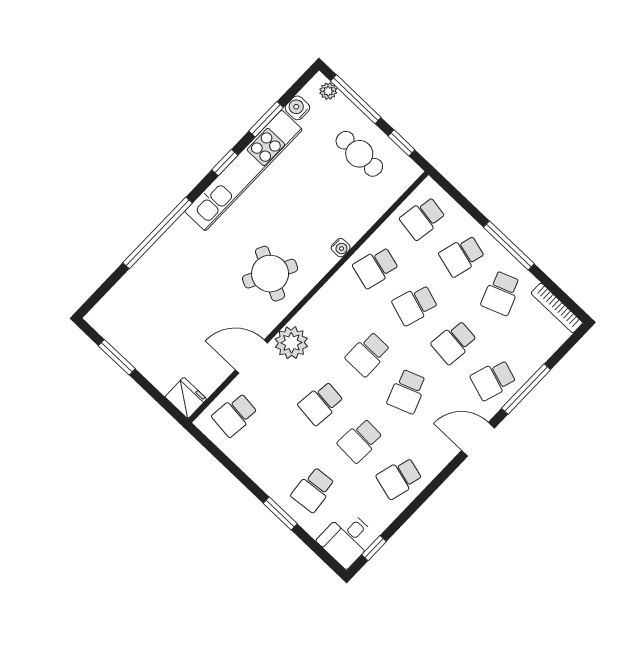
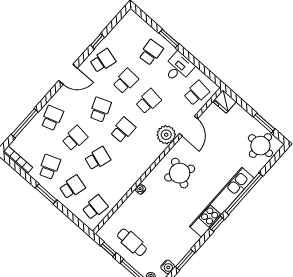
window: (225, 162) -> (217, 224), moved
kitchen unit: (244, 170) -> (222, 202), moved
window: (509, 245) -> (46, 194), width x0.69
school desk: (376, 267) -> (120, 179), removed
round table: (125, 317) -> (260, 146), added
door: (251, 356) -> (188, 126), hinge flipped
school desk: (493, 380) -> (52, 118), turned -36
window: (526, 389) -> (25, 123), moved
door: (478, 439) -> (68, 74), moved
desk: (347, 539) -> (178, 68), moved
window: (374, 548) -> (97, 41), moved

